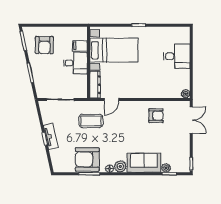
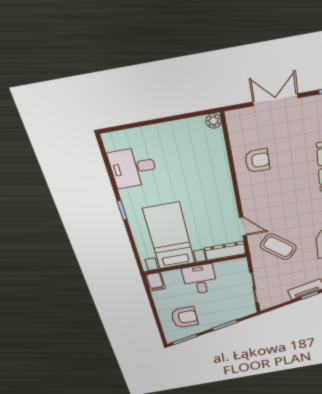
filing cabinet: (80, 46) -> (155, 282), moved
desk: (177, 56) -> (133, 168), moved, turned -90
armchair: (156, 116) -> (257, 161), turned 90
double door: (191, 120) -> (275, 100), moved
coffee table: (91, 121) -> (278, 247), turned -50

